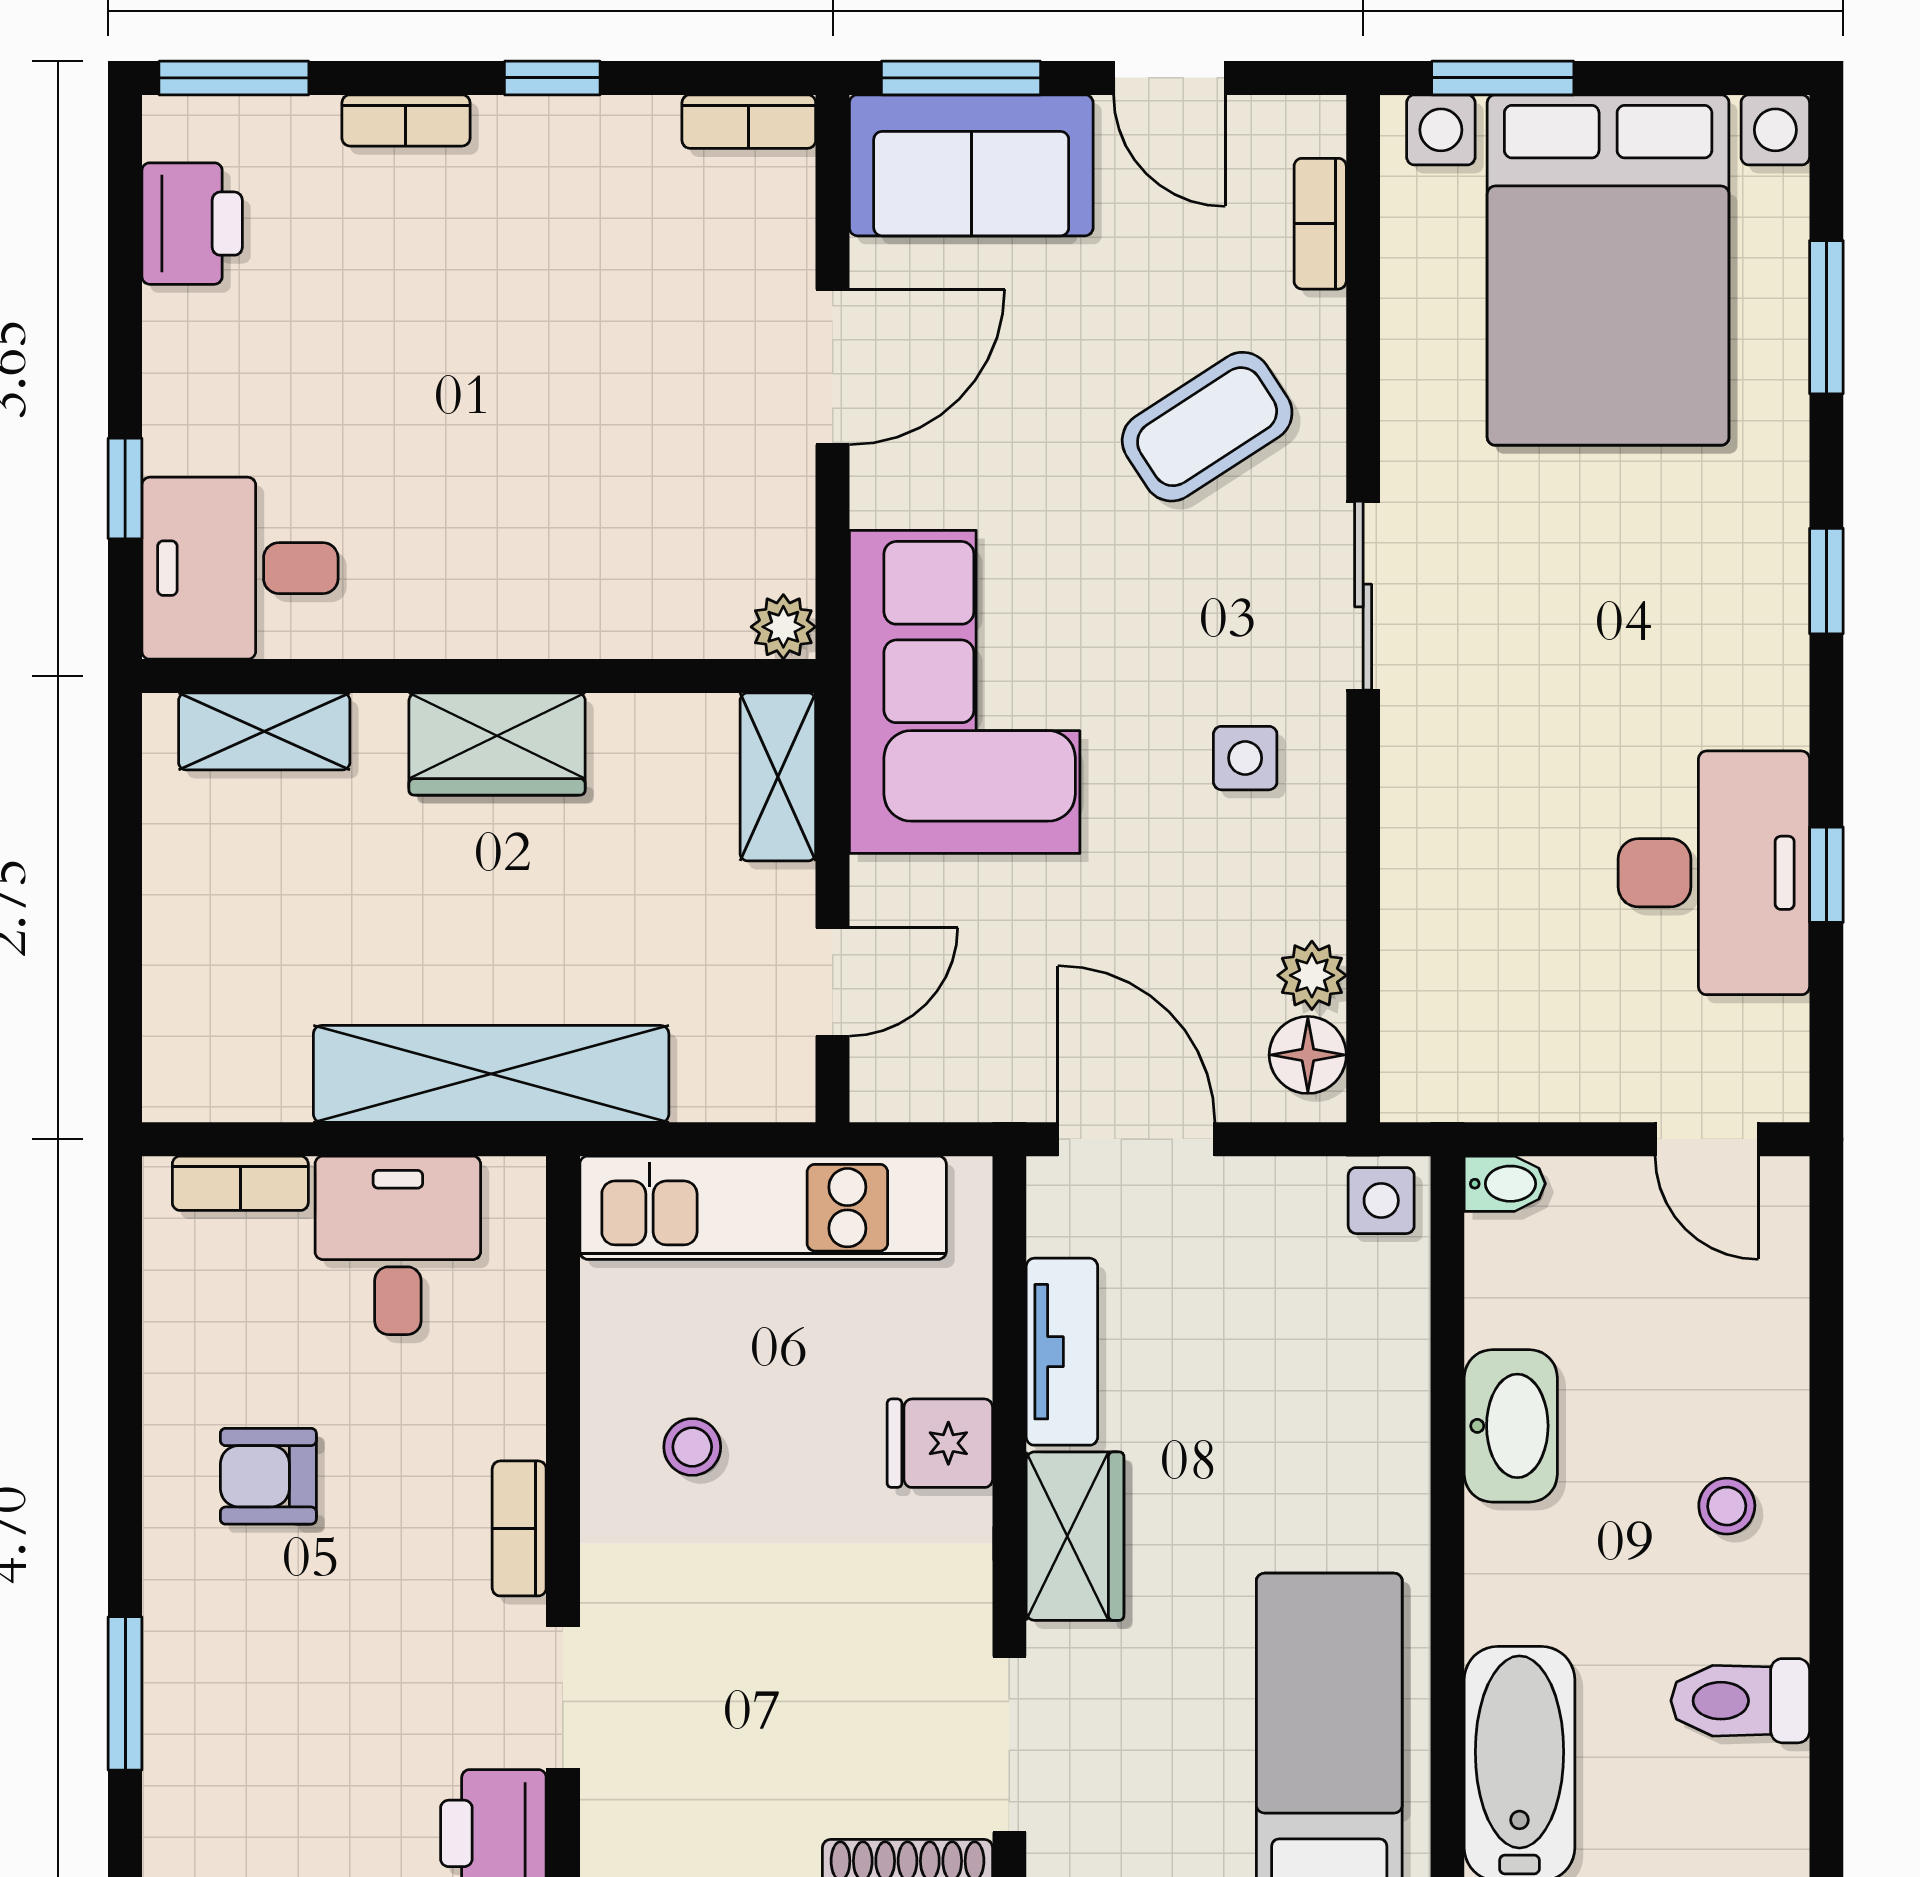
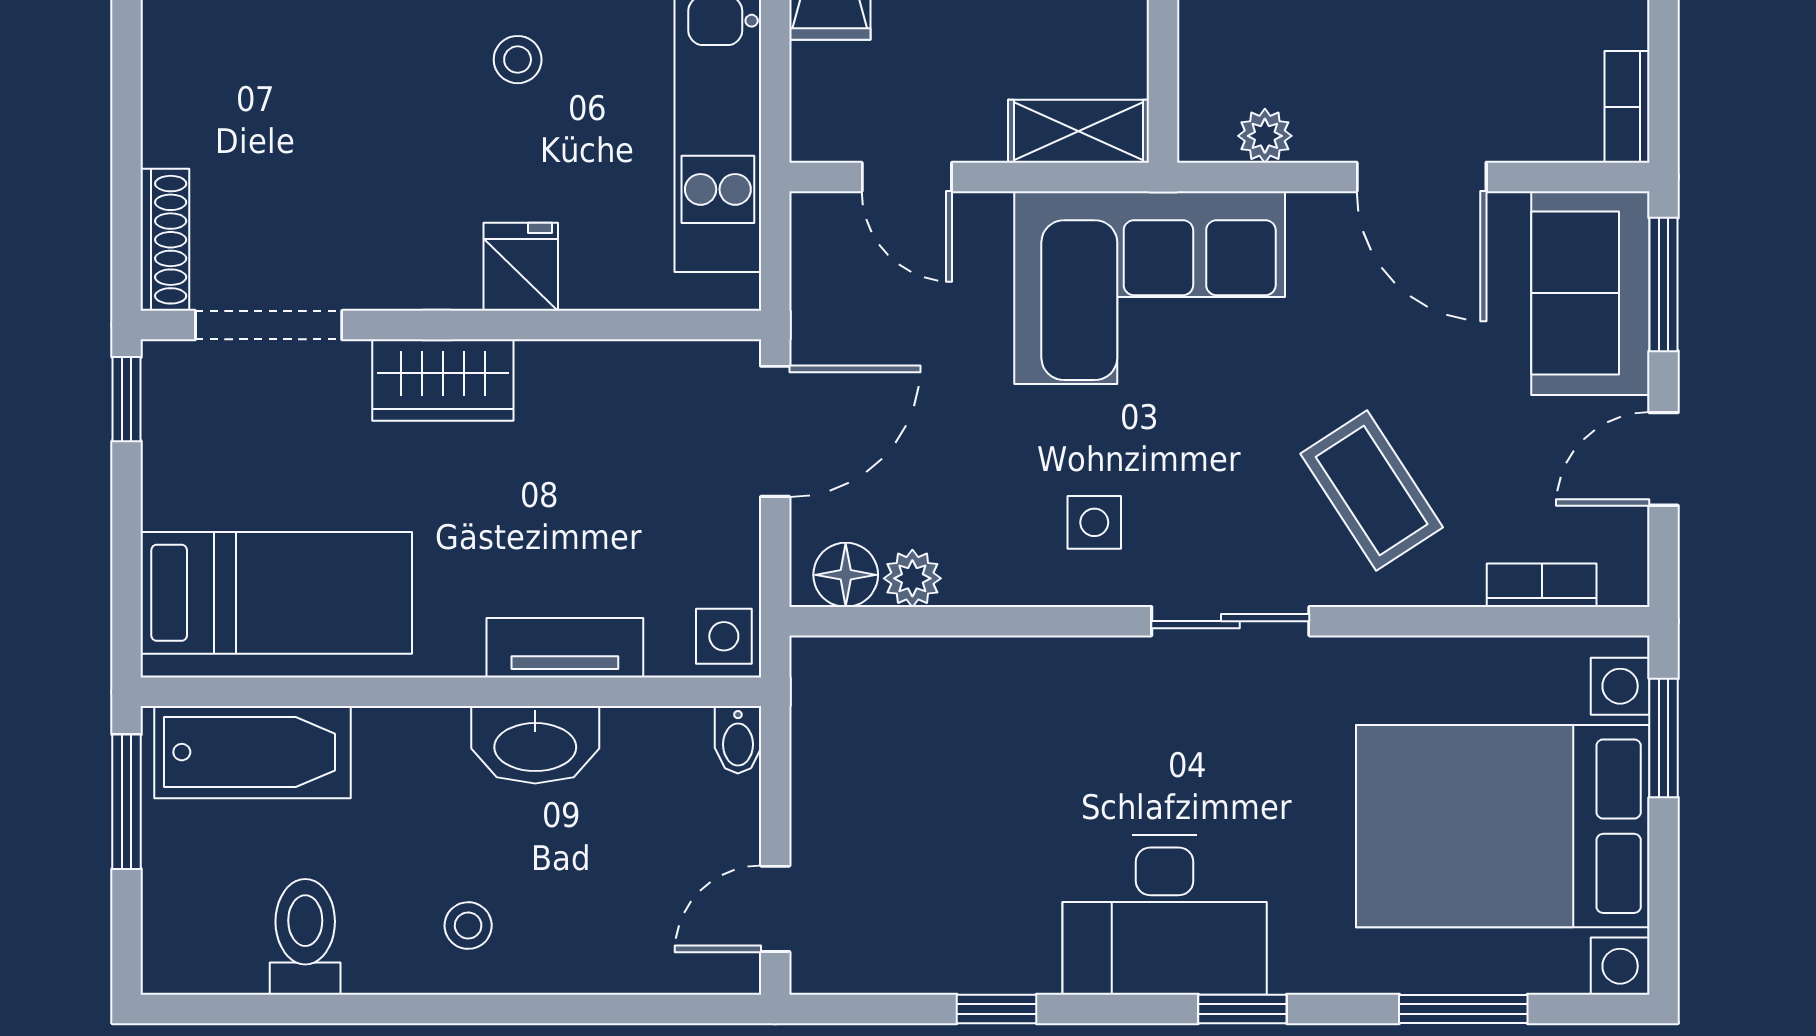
plant: (783, 627) -> (1265, 136), moved
desk: (1714, 873) -> (1165, 915), moved
tv unit: (1062, 1352) -> (565, 648), moved, turned 180

